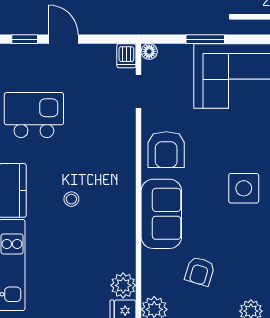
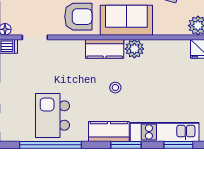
kitchen counter: (123, 185) -> (105, 49), added
plant: (123, 285) -> (134, 49), moved

